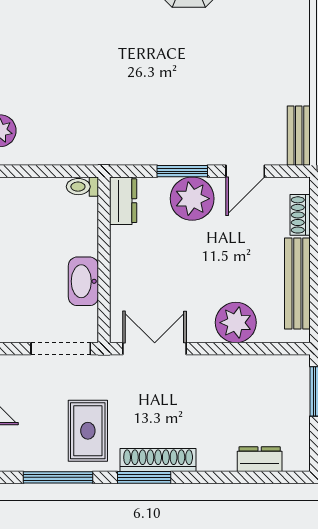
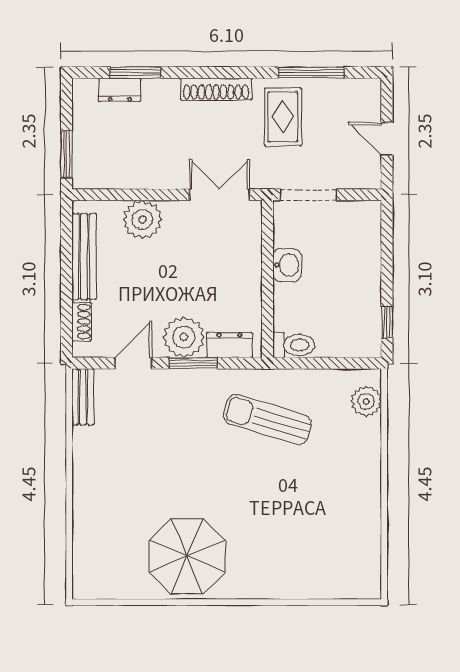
sun lounger: (104, 112) -> (267, 420), added
toilet: (82, 187) -> (294, 345), width x1.37, depth x1.39
dresser: (123, 201) -> (229, 345), moved, turned 90
washbasin: (83, 281) -> (287, 265), width x0.72
double door: (155, 349) -> (220, 195), swing flipped
window: (144, 477) -> (135, 73), moved

